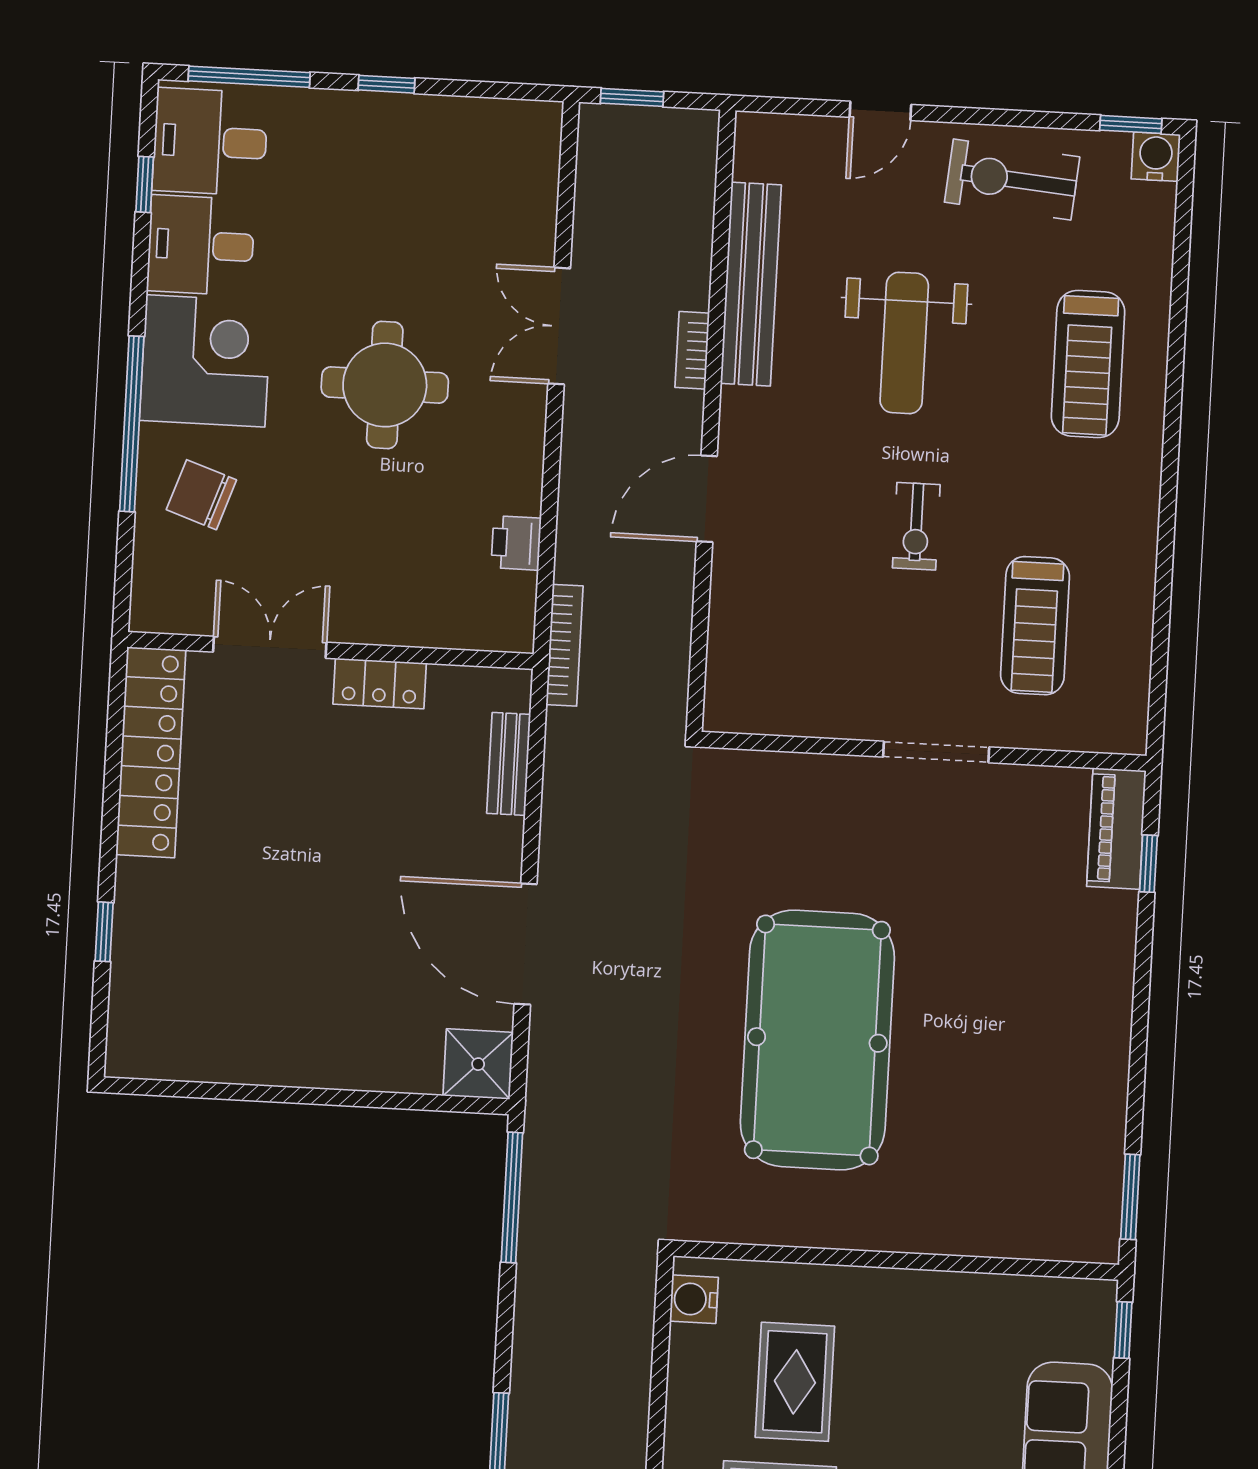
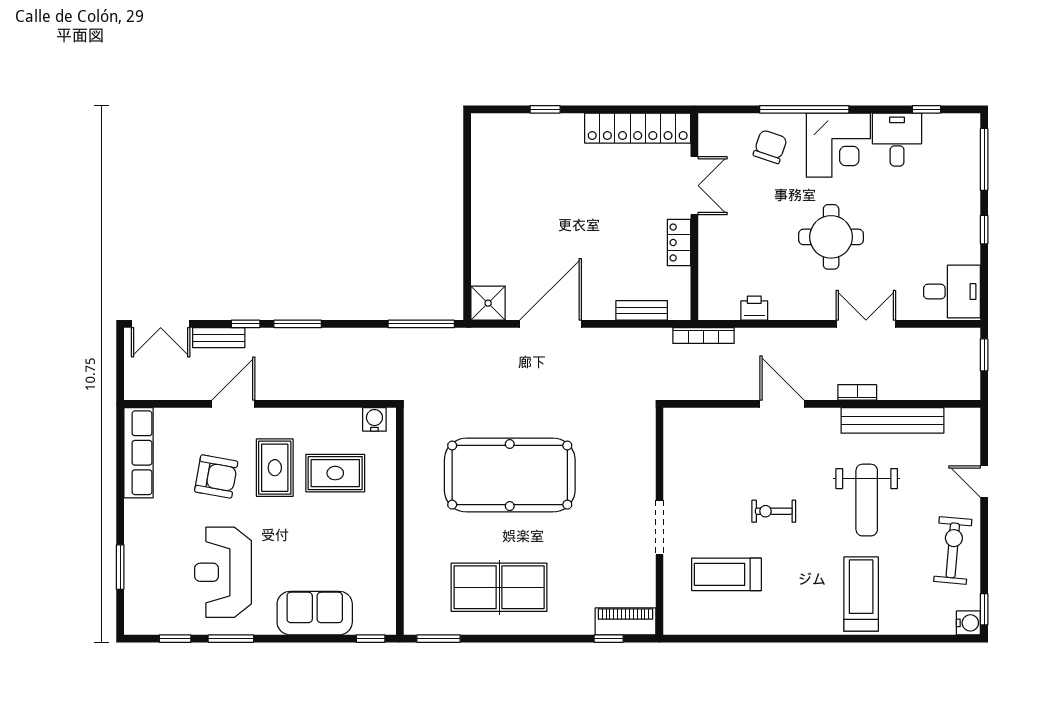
desk: (210, 142) -> (952, 292), moved, turned 90
weight bench: (904, 343) -> (867, 500), turned -90
treadmill: (1088, 364) -> (861, 594), turned 90
table tennis table: (1036, 1073) -> (499, 587), added

